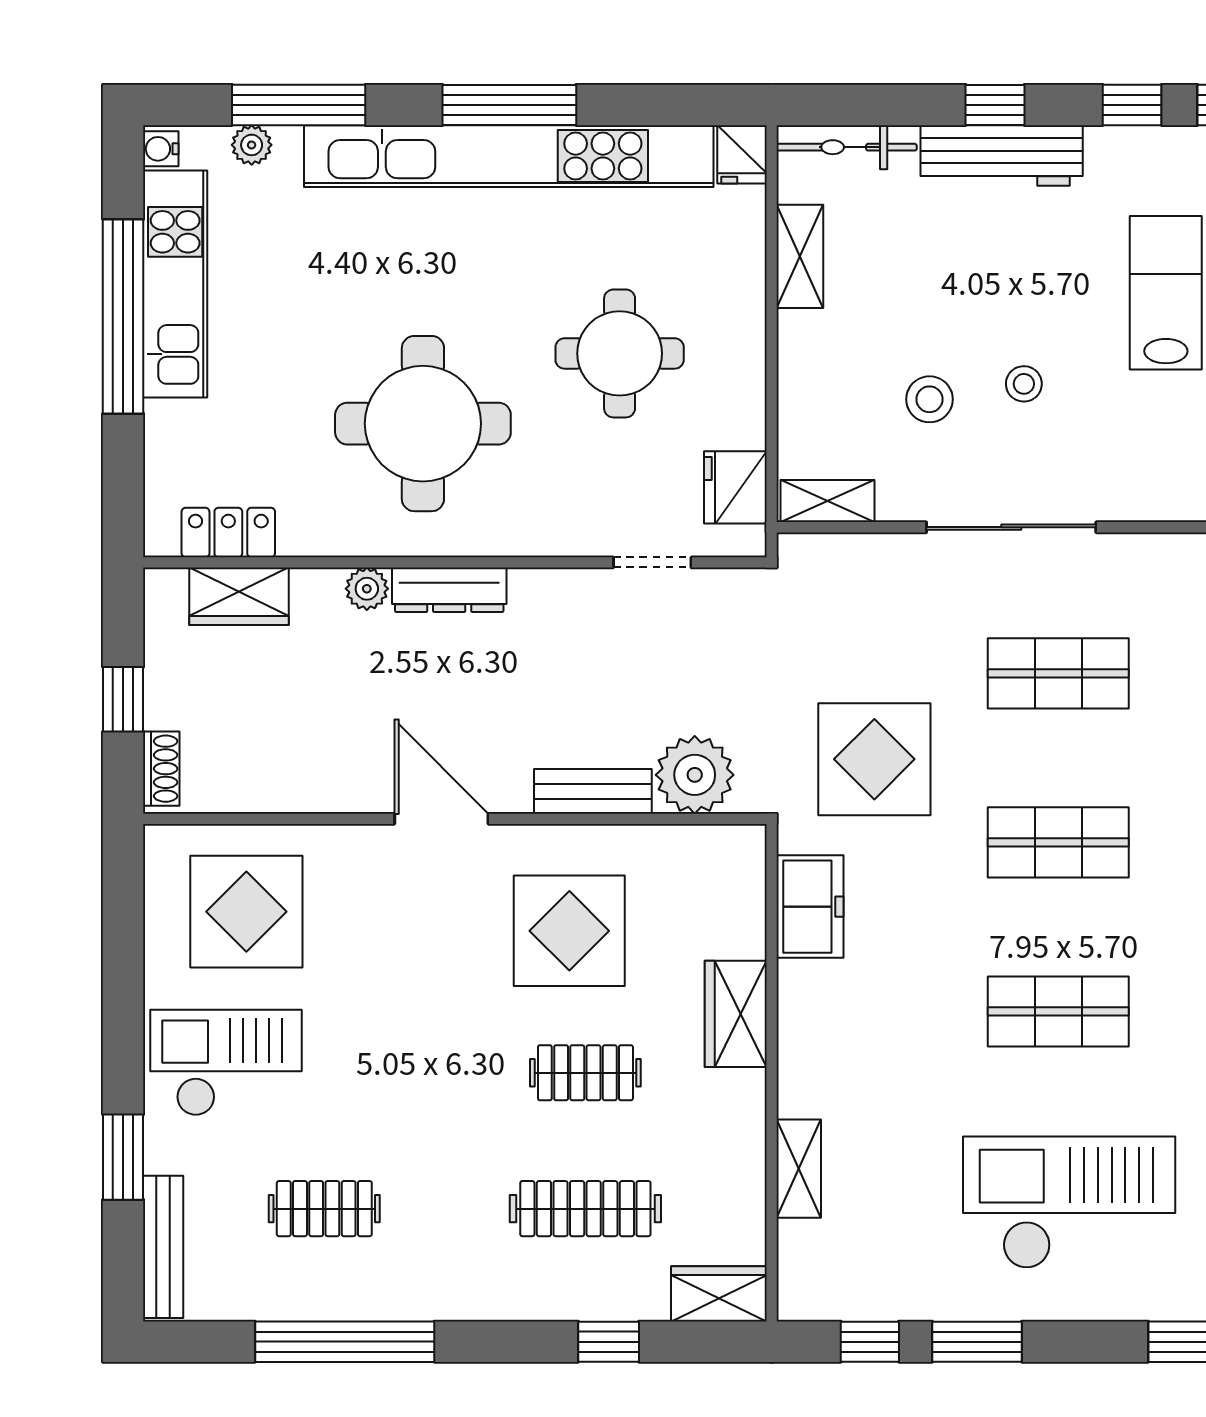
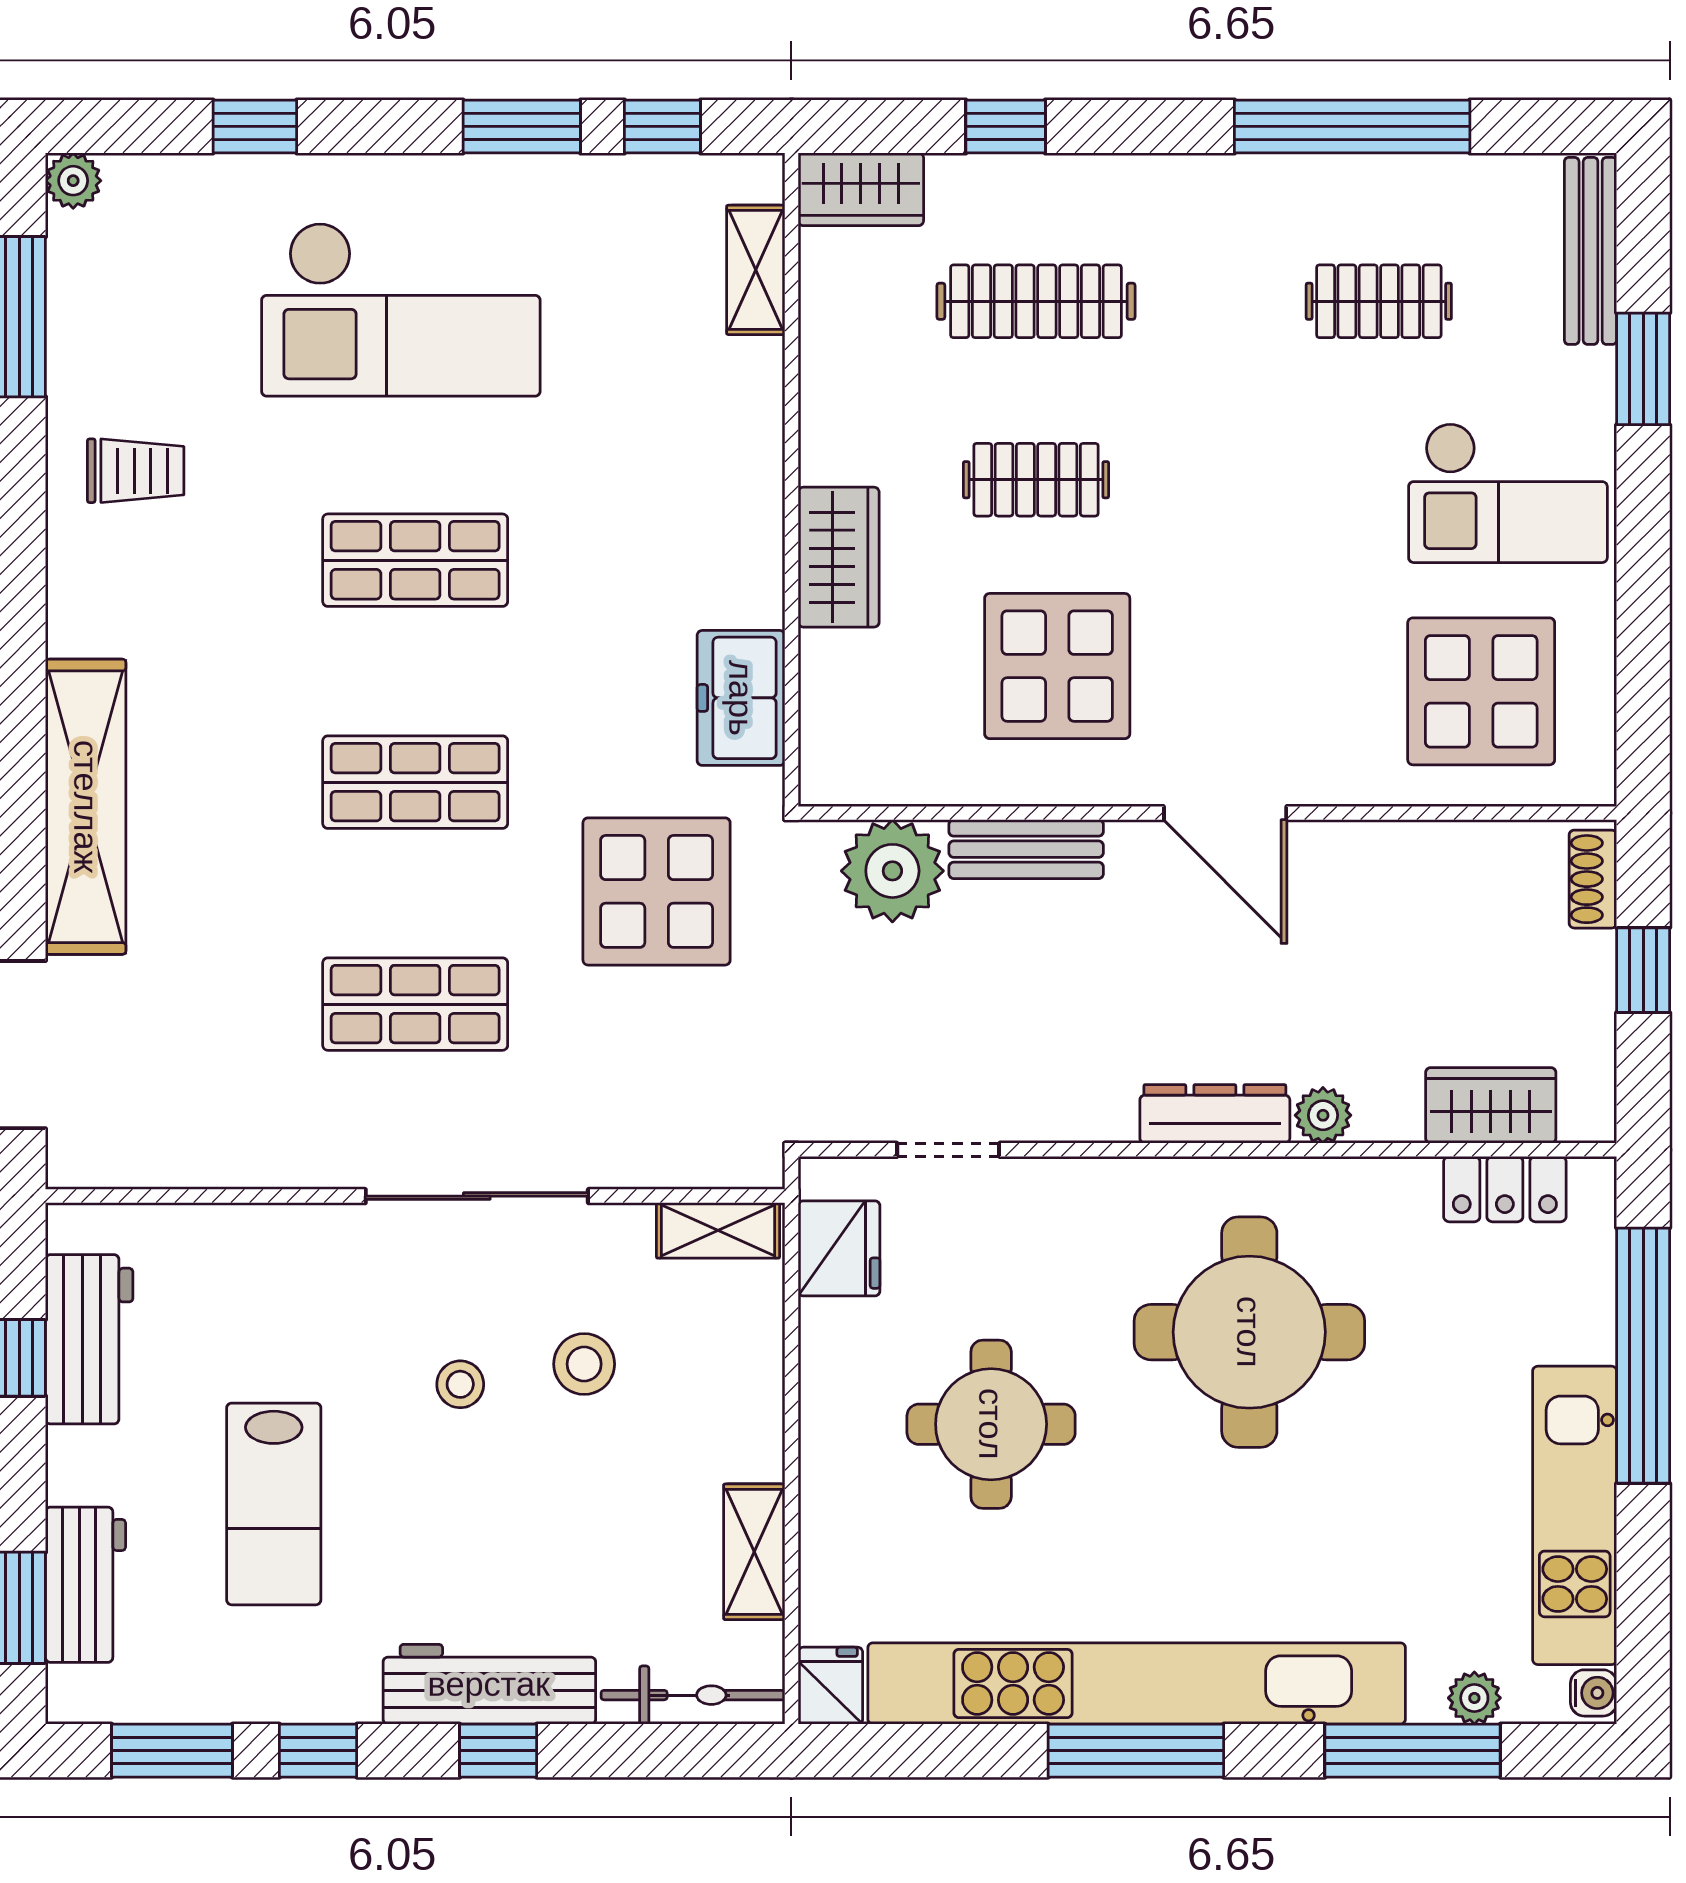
window: (123, 316) -> (1643, 1356), moved
shelving: (799, 1169) -> (756, 270), moved

